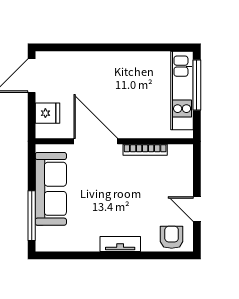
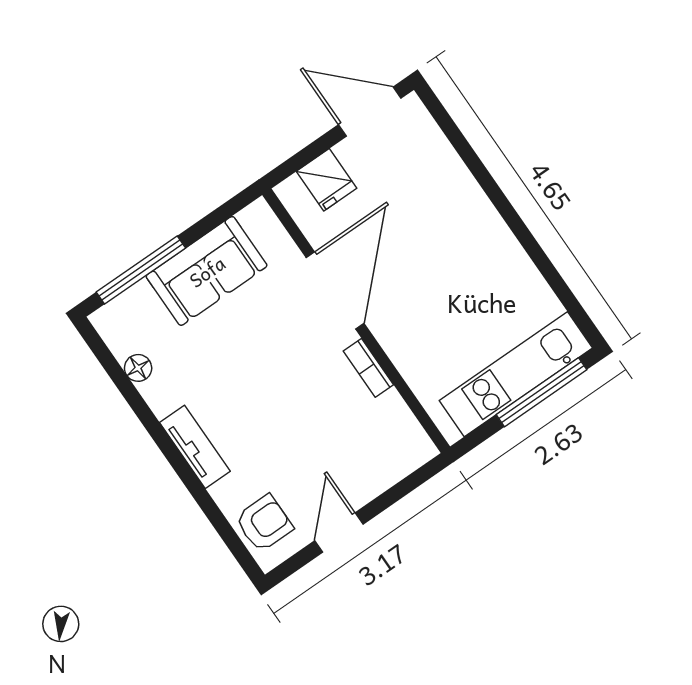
bookcase: (145, 150) -> (368, 368), width x0.64
sofa: (51, 189) -> (207, 271), width x0.73
floor lamp: (71, 245) -> (138, 368), added

